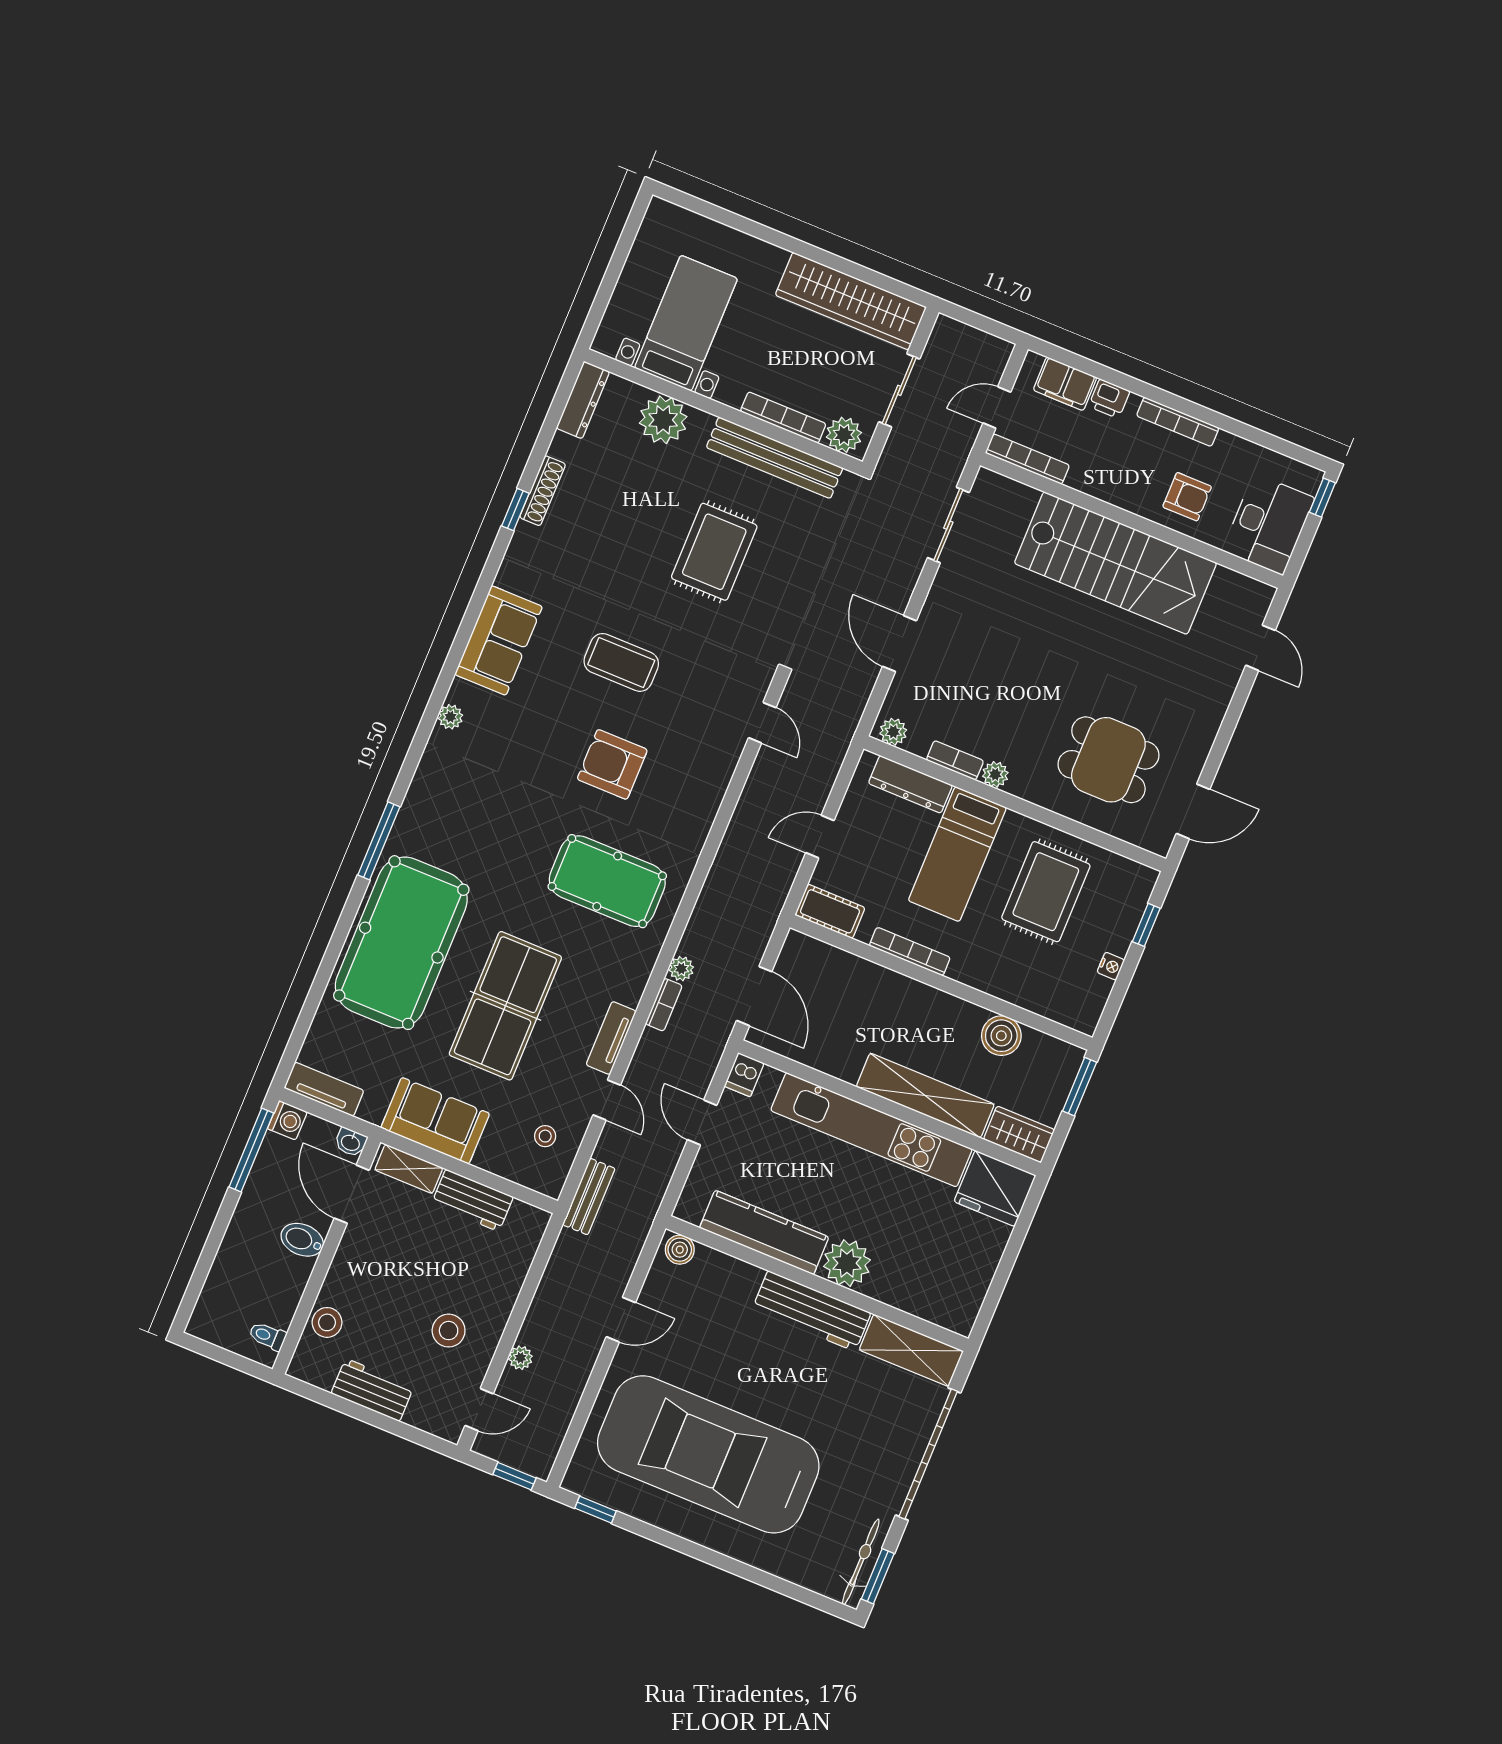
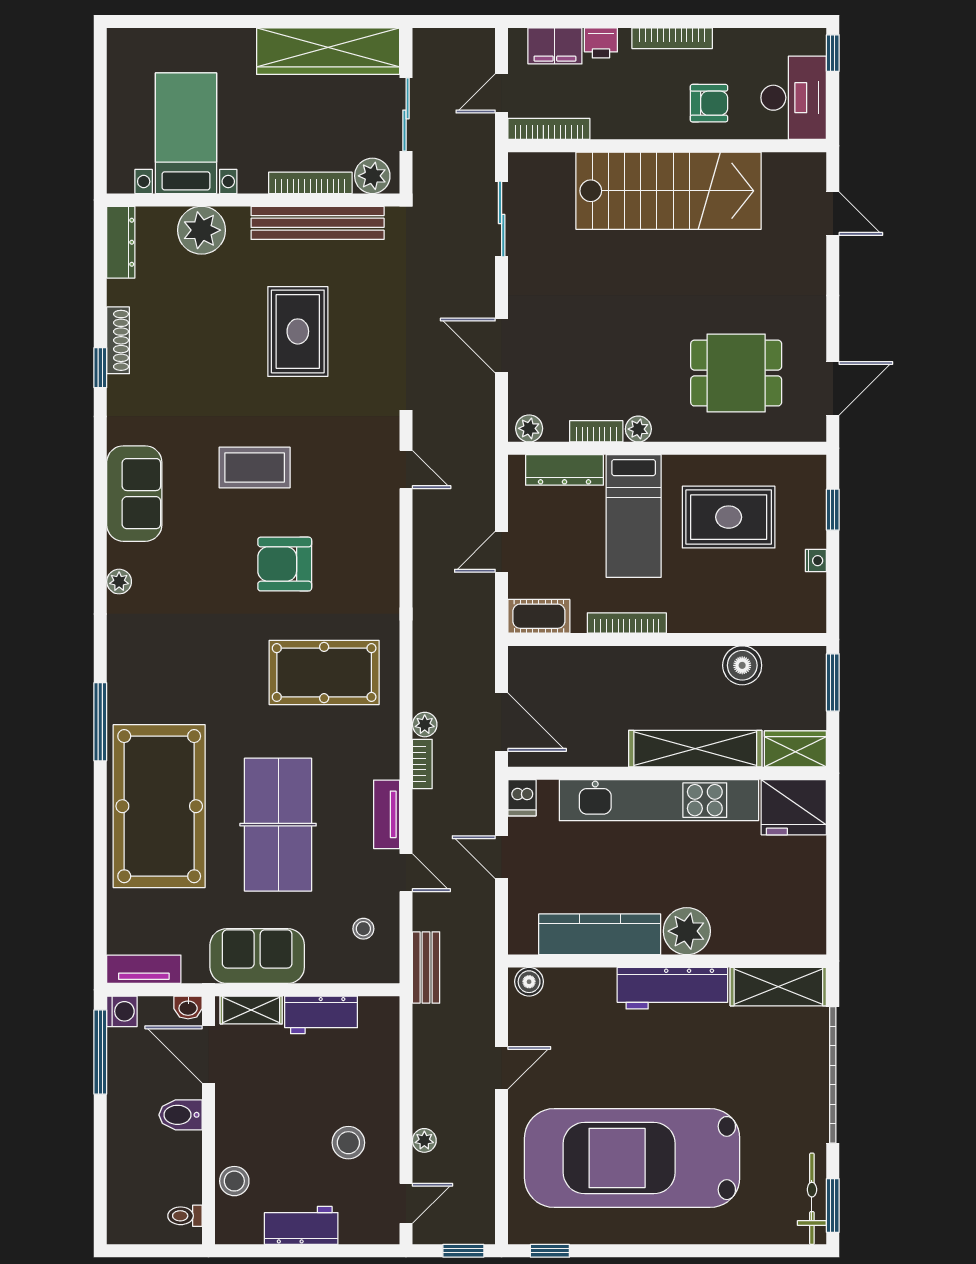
rug: (1046, 892) -> (729, 517), turned 90

